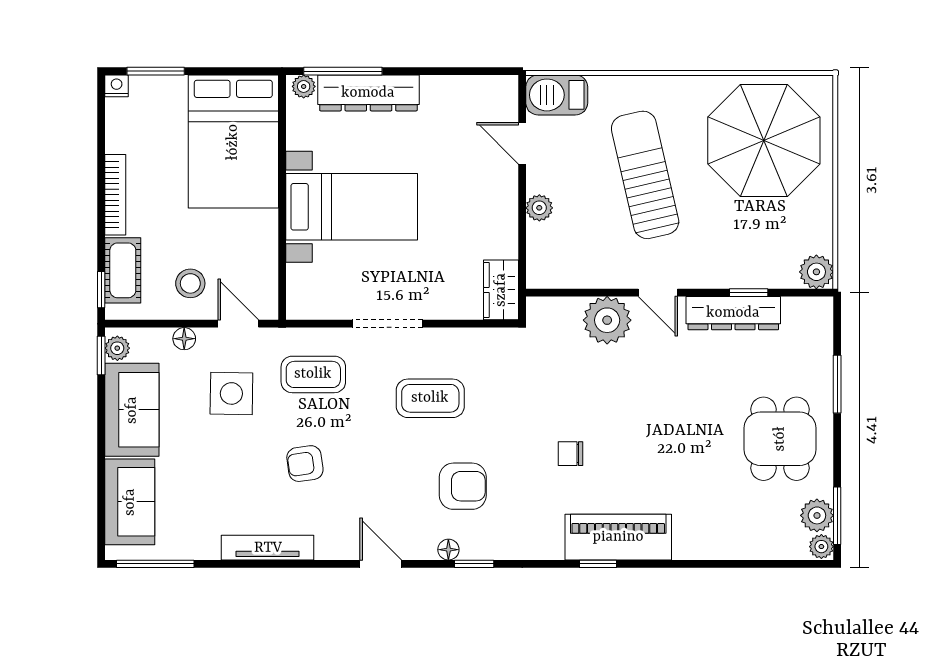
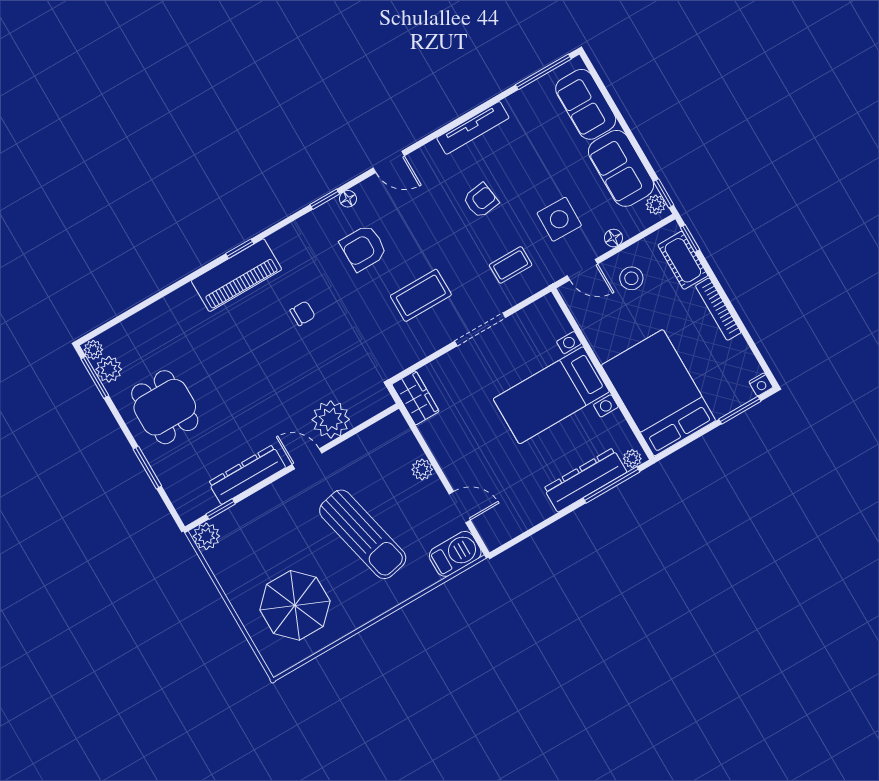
parasol: (764, 141) -> (295, 605), width x0.73, depth x0.73
window: (749, 293) -> (221, 509), moved
coffee table: (313, 374) -> (511, 265), width x0.73, depth x0.77

